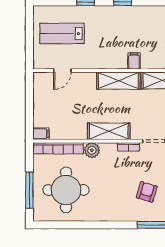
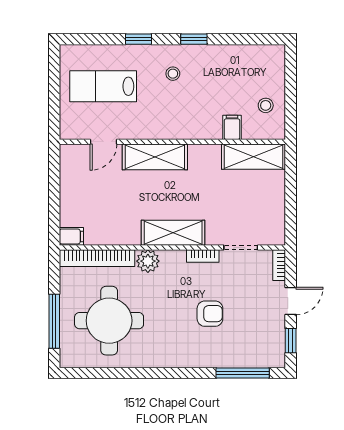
stool: (109, 25) -> (173, 74), added
filing cabinet: (134, 61) -> (232, 127), moved
shelving: (118, 81) -> (155, 157), moved
armchair: (147, 192) -> (210, 314), moved, turned 73

